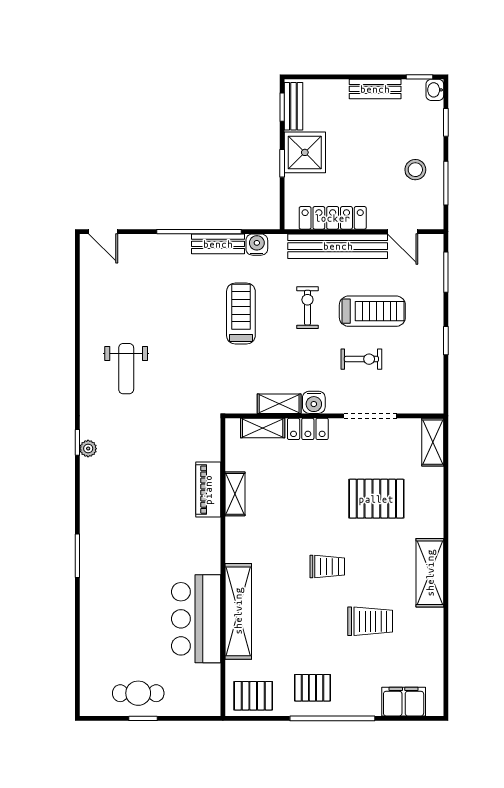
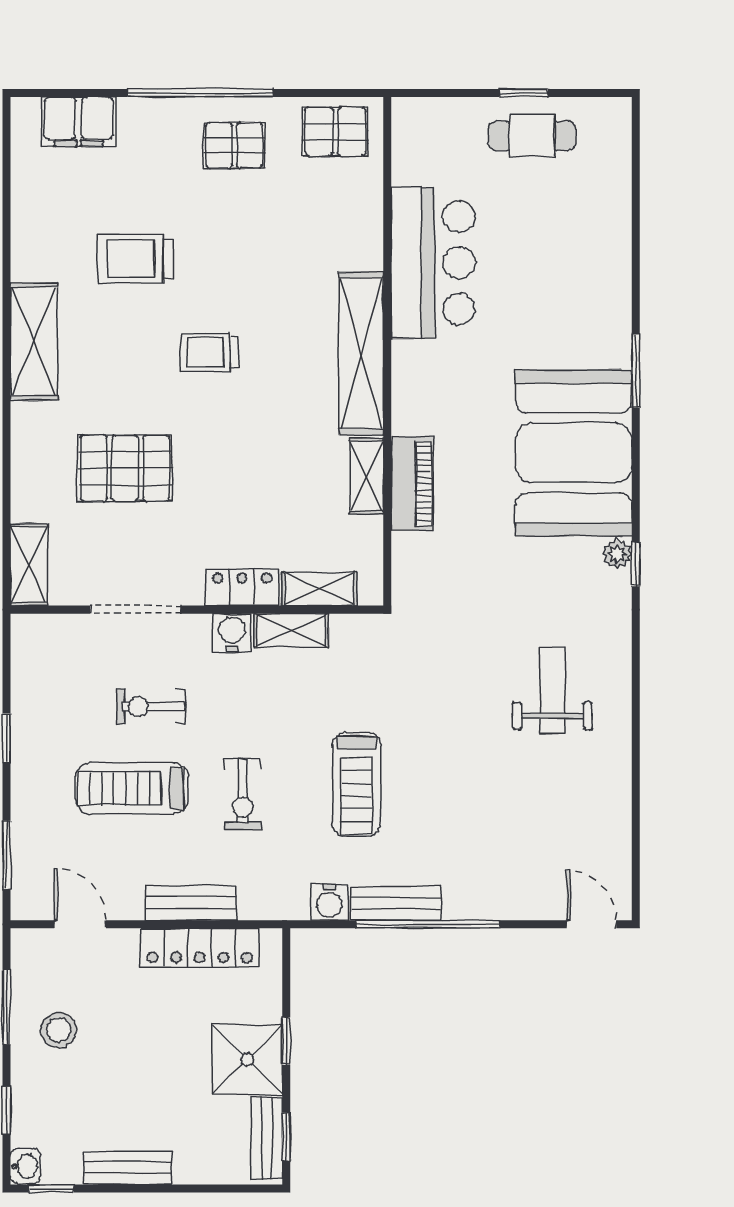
bench: (338, 246) -> (191, 903), width x0.54, depth x0.82
booth: (114, 508) -> (574, 453), added
shelving: (238, 611) -> (361, 354), moved

